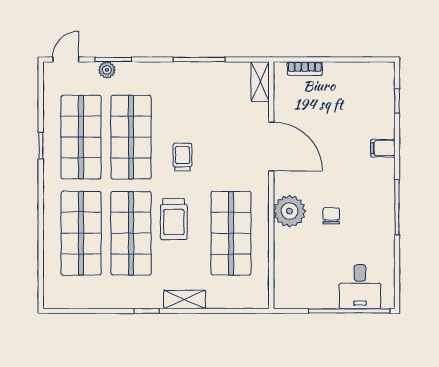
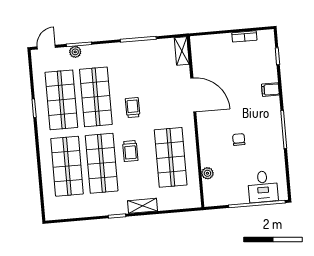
bookcase: (305, 69) -> (244, 36), moved
plant: (289, 211) -> (207, 173), moved, width x0.53, depth x0.53
trolley: (174, 219) -> (130, 151), width x0.73, depth x0.72

